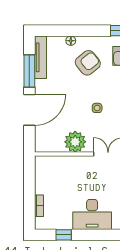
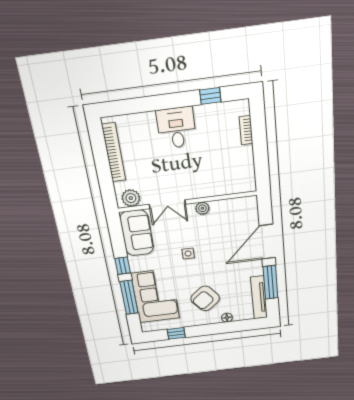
plant: (75, 142) -> (202, 208), width x0.53, depth x0.53
desk: (92, 214) -> (176, 128), width x0.73

